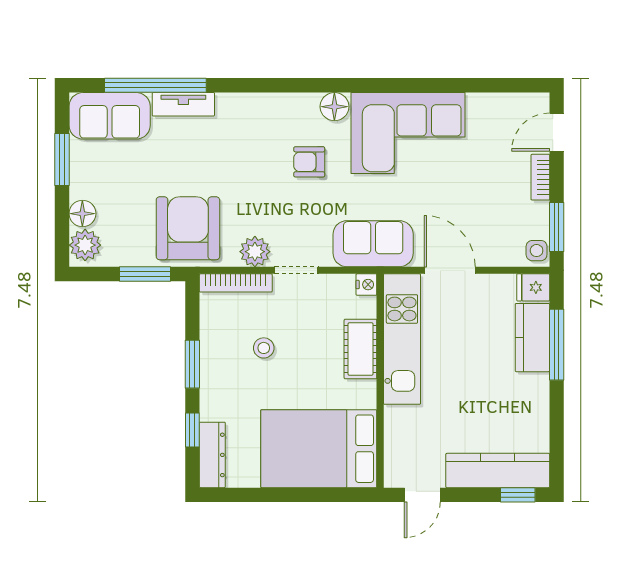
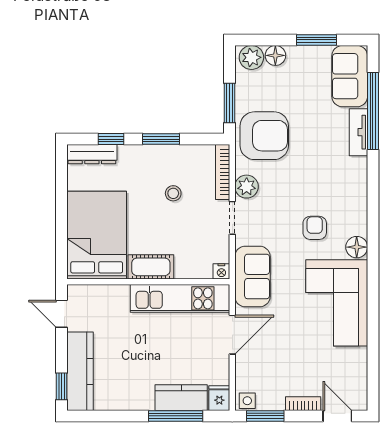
cot: (360, 349) -> (151, 267), moved

